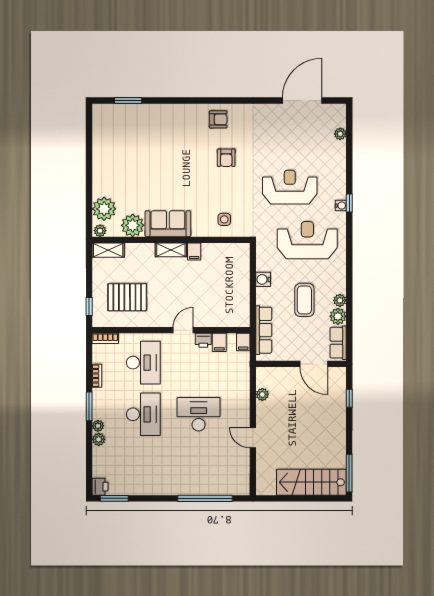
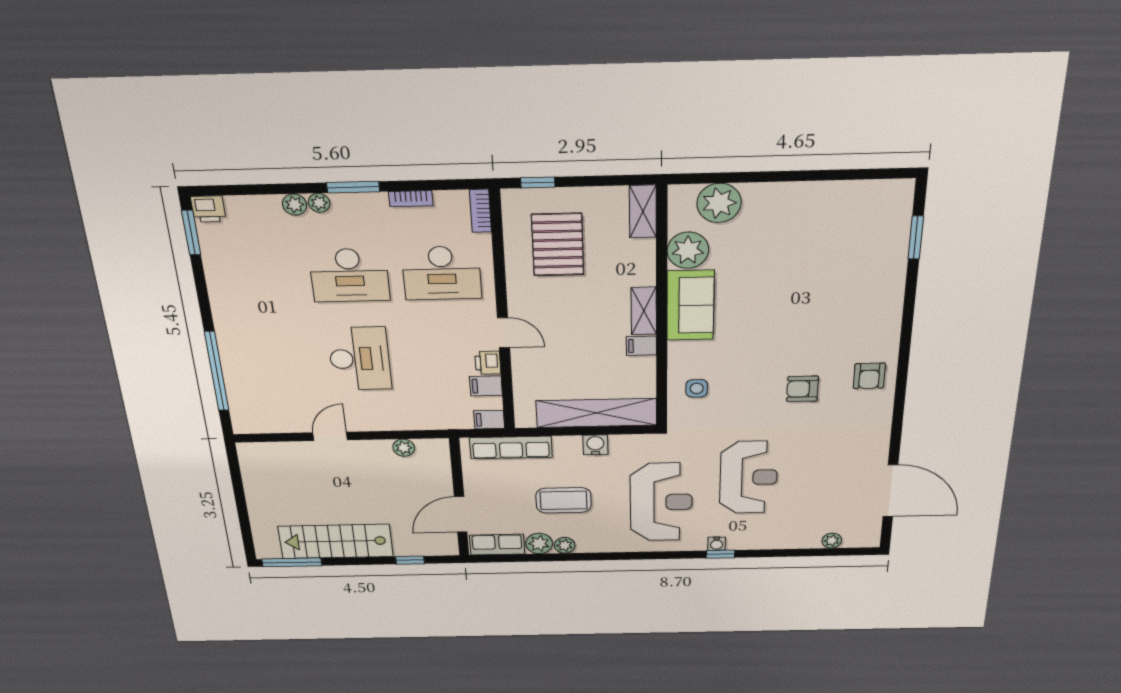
plant: (100, 231) -> (679, 197), removed
shelving: (240, 278) -> (596, 413), added
stairs: (311, 482) -> (336, 541), moved, turned -90

